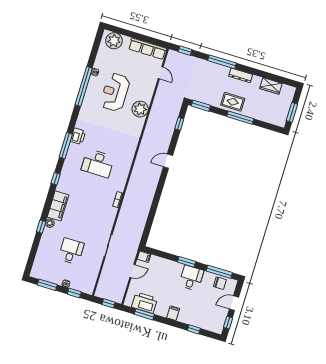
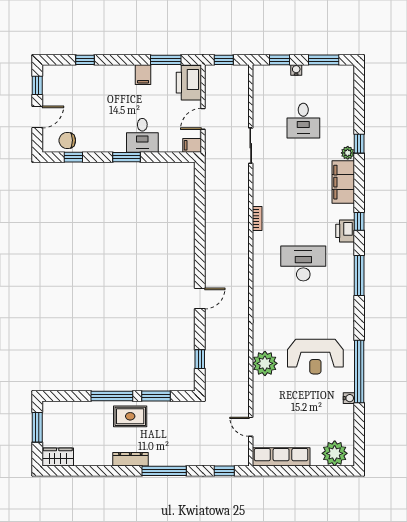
wardrobe: (271, 86) -> (58, 457), moved
reception desk: (115, 92) -> (315, 357), moved, turned 90
window: (201, 106) -> (156, 396), moved
printer: (78, 136) -> (345, 231), moved
window: (219, 272) -> (73, 157), width x0.46
desk: (191, 278) -> (142, 135), moved
printer: (144, 303) -> (189, 83), moved, turned 90
filing cabinet: (173, 313) -> (143, 75), moved

